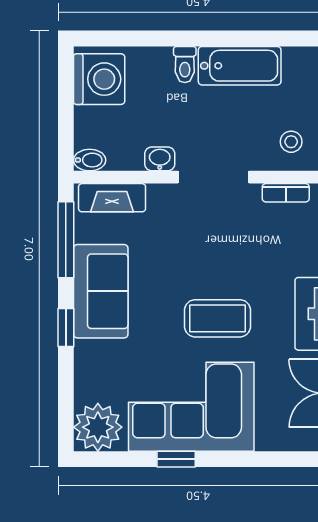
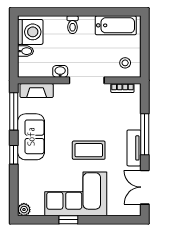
bathtub: (240, 66) -> (116, 25), moved
bidet: (90, 160) -> (26, 51), moved
plant: (98, 427) -> (24, 210), width x0.53, depth x0.53

